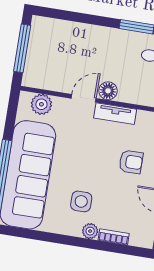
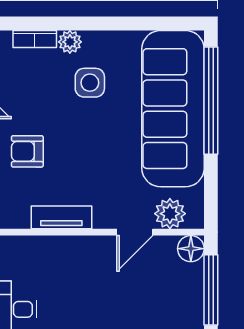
floor lamp: (108, 91) -> (191, 249), moved
door: (84, 98) -> (135, 232), moved

